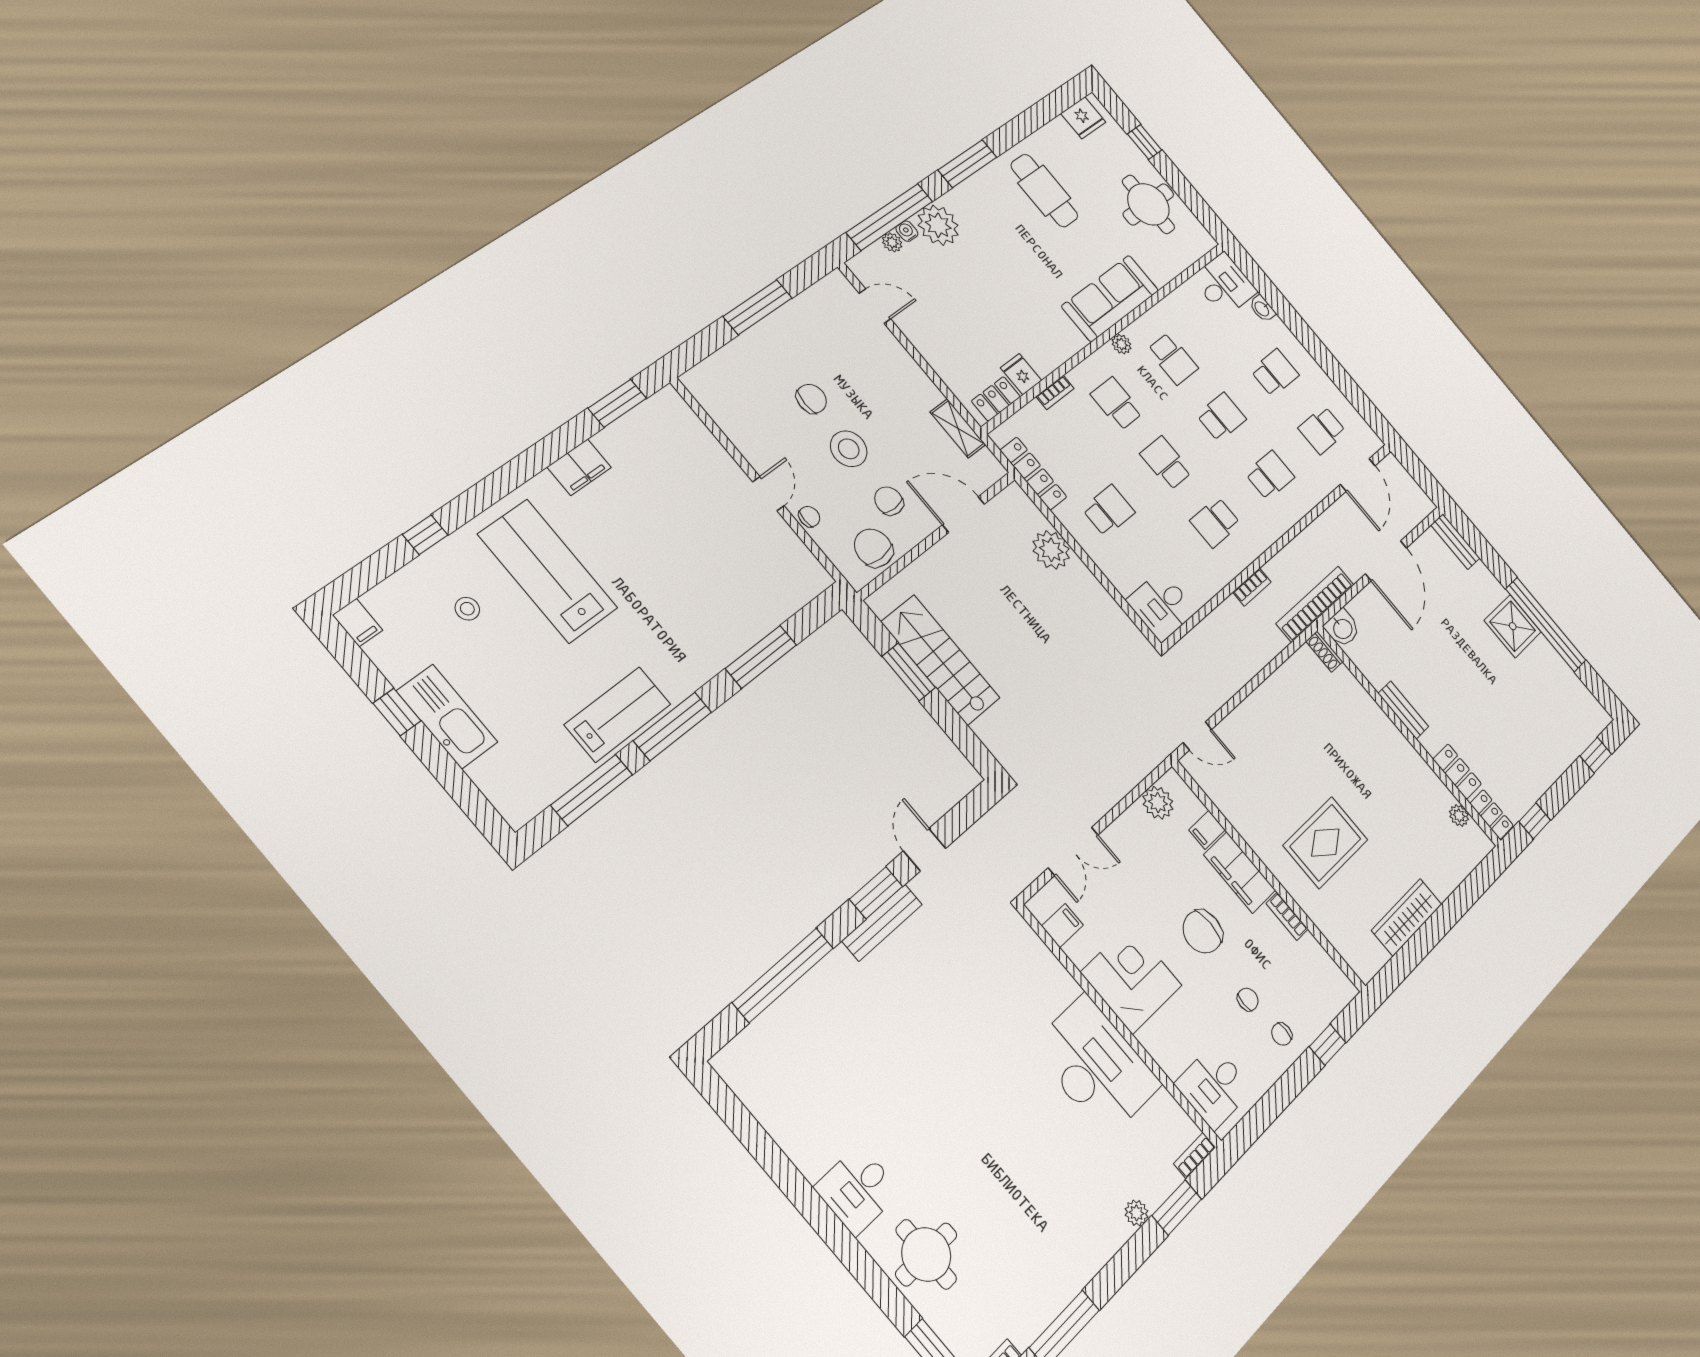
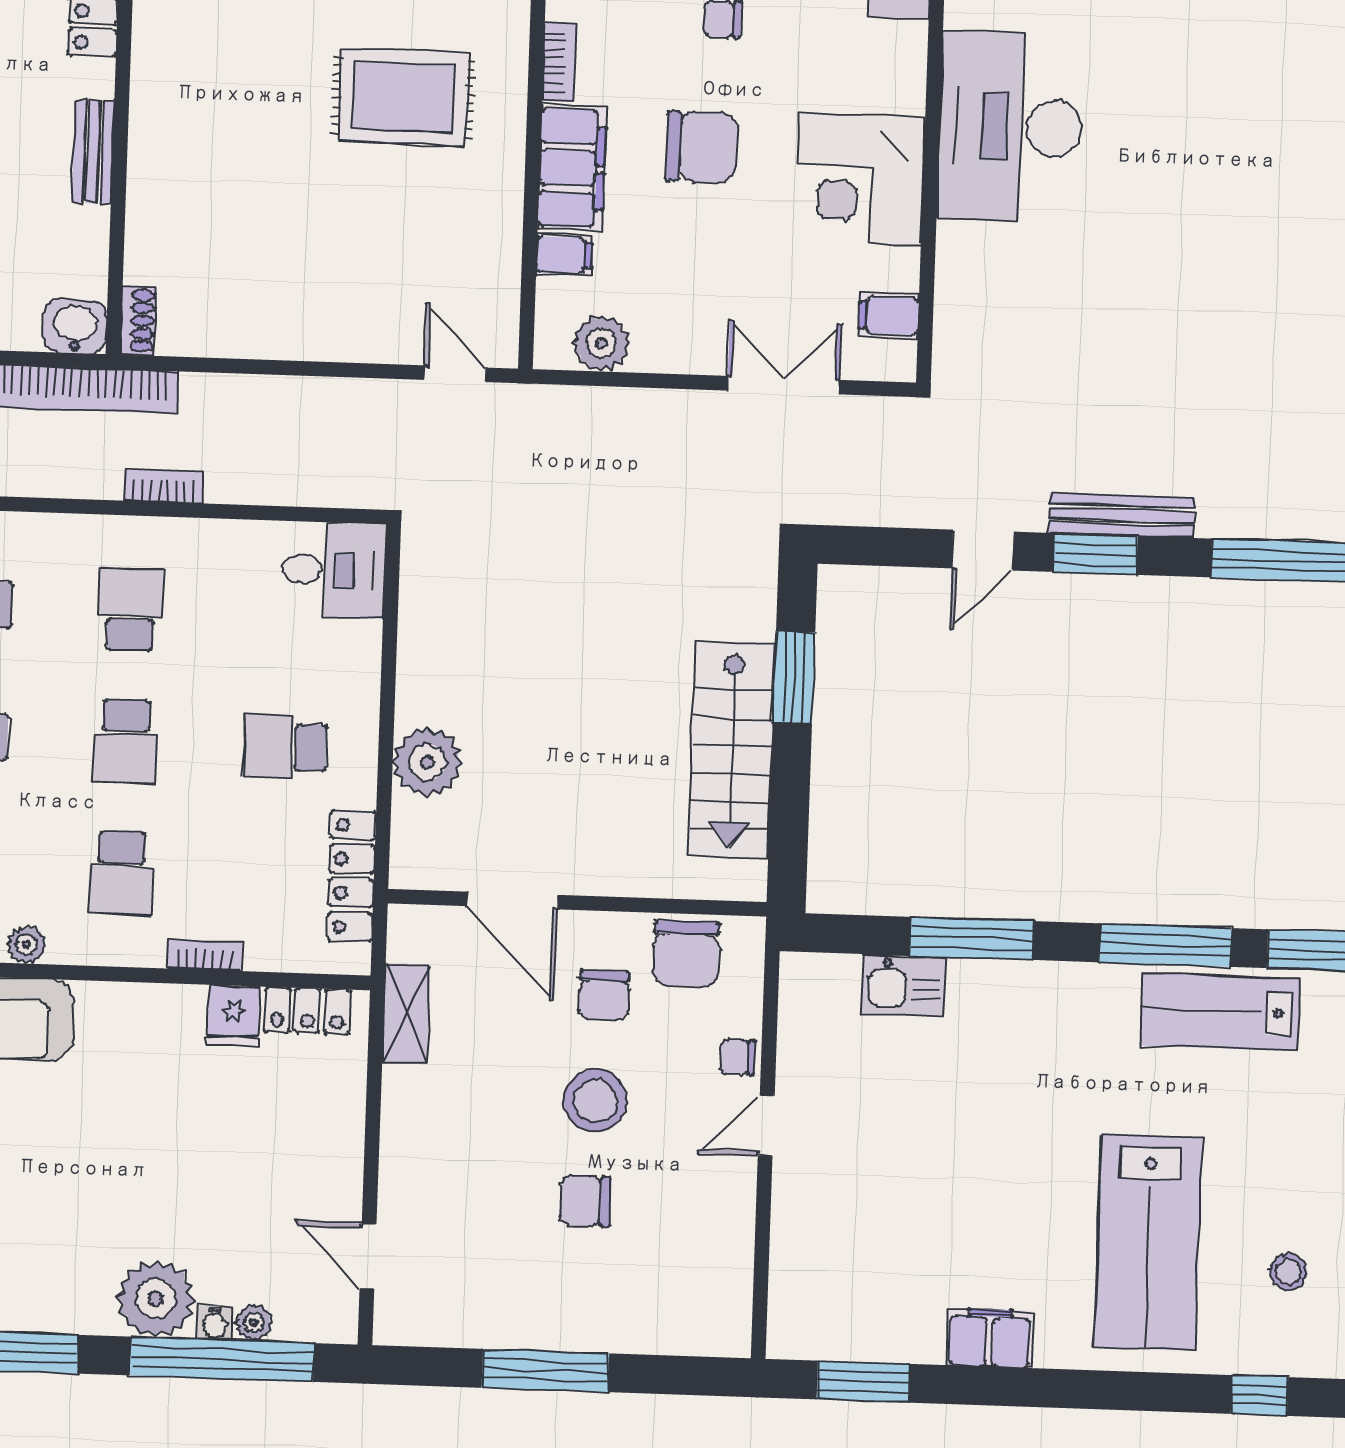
school desk: (1215, 522) -> (130, 610), turned -90
kitchen sink: (770, 609) -> (904, 986), added
window: (909, 672) -> (794, 677), moved

